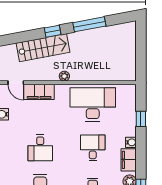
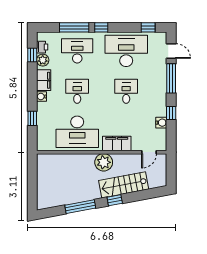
plant: (64, 76) -> (104, 162), width x1.88, depth x1.88
door: (16, 83) -> (149, 152), swing flipped
filing cabinet: (39, 92) -> (117, 144), moved
desk: (93, 148) -> (77, 91), turned 180

